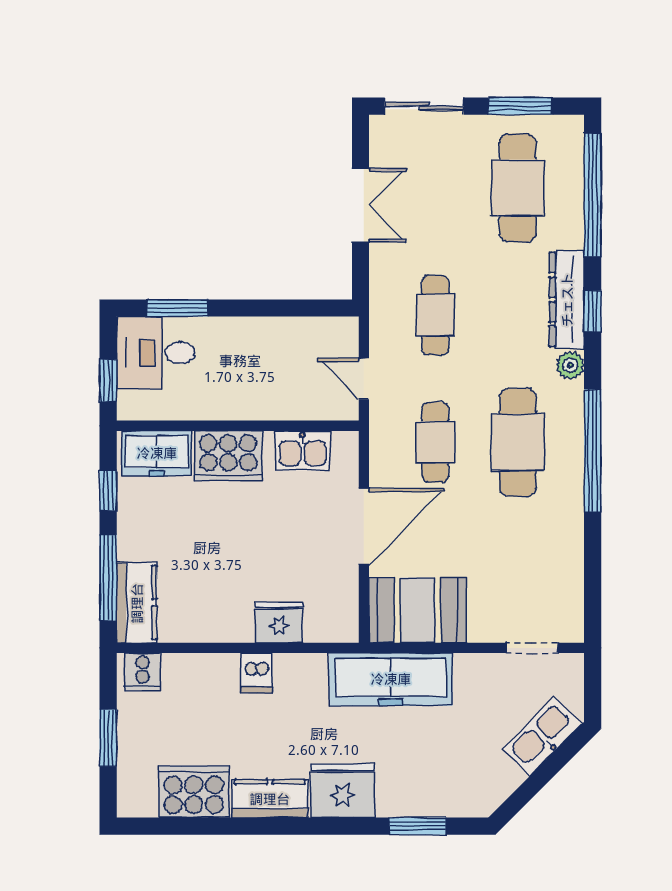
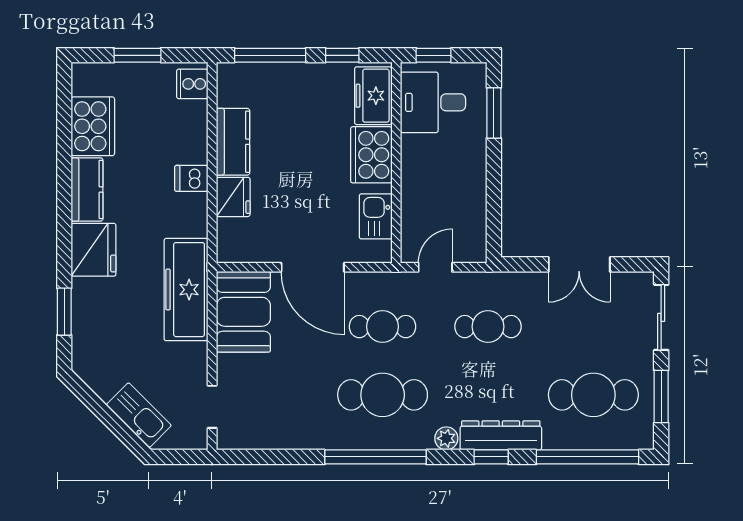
desk: (156, 353) -> (433, 102), moved, turned -90
kitchen counter: (137, 603) -> (233, 142), moved, turned -90

